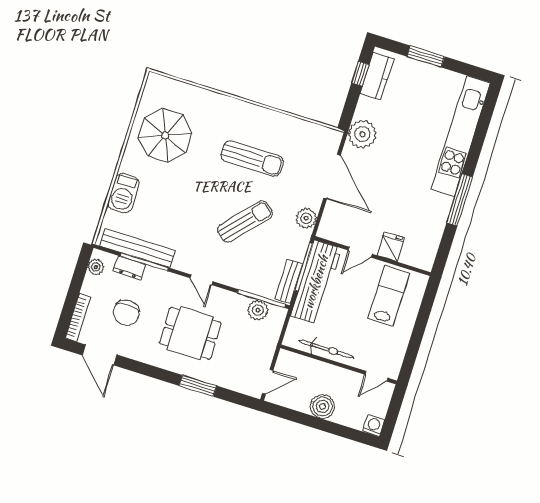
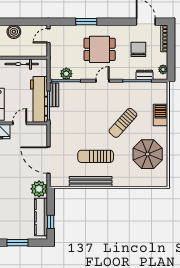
kitchen counter: (377, 76) -> (41, 217), width x1.50
plant: (306, 218) -> (55, 133), removed
sun lounger: (245, 222) -> (123, 123), moved
bench: (138, 248) -> (91, 182), moved
door: (202, 280) -> (103, 81), hinge flipped

